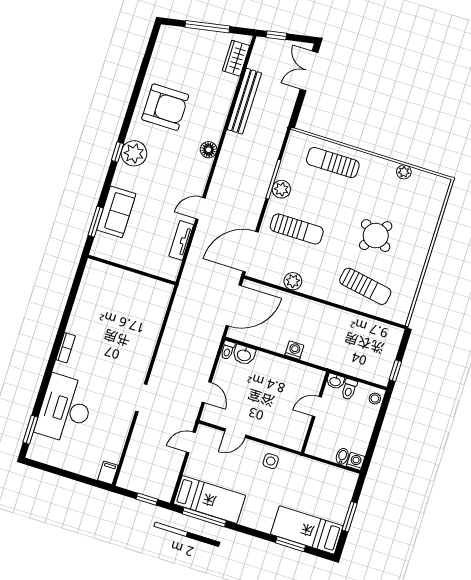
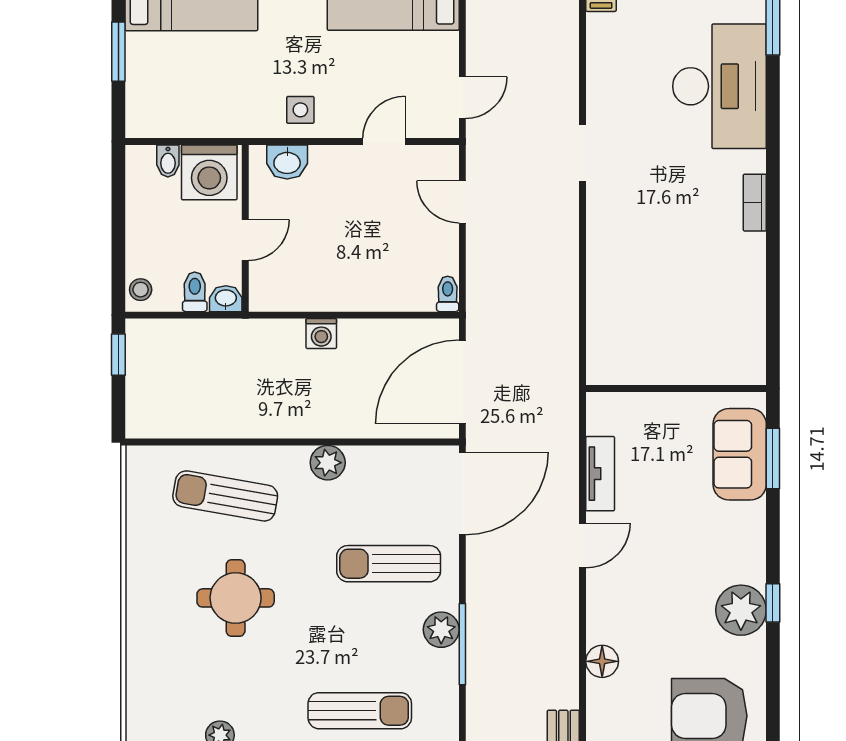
sofa: (116, 212) -> (740, 454), moved
round table: (376, 236) -> (236, 598), turned -33
plant: (293, 281) -> (328, 463), moved
washbasin: (244, 355) -> (287, 162), moved, turned 180
washing machine: (356, 461) -> (209, 172), moved, width x1.89, depth x1.89

